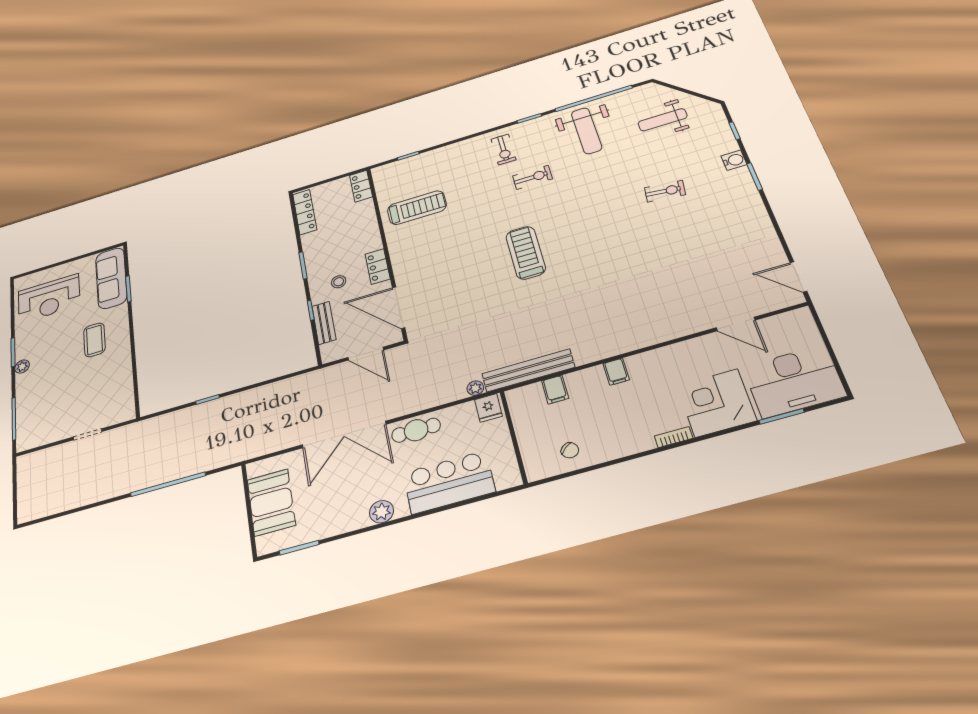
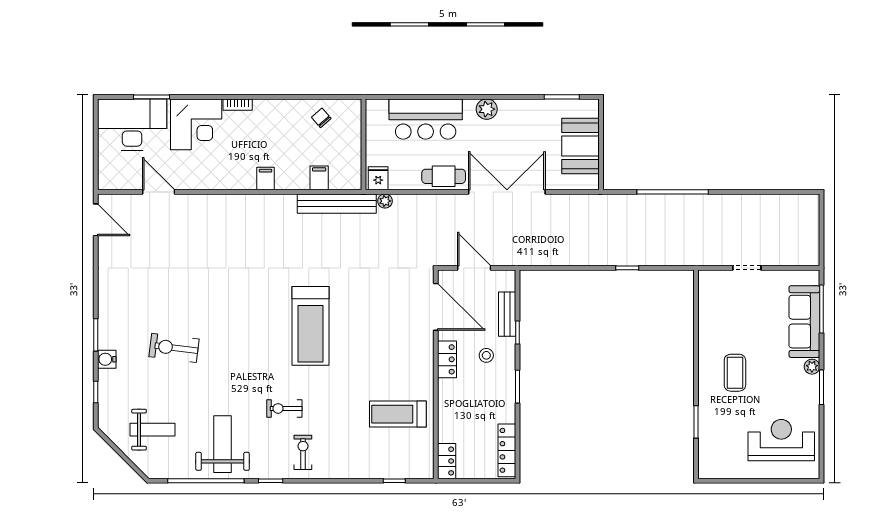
exercise bike: (665, 191) -> (174, 348), width x1.38, depth x1.39
treadmill: (526, 253) -> (311, 326), width x1.37, depth x1.38
sofa: (111, 278) -> (804, 322), moved, turned 180

